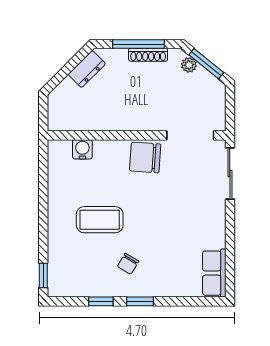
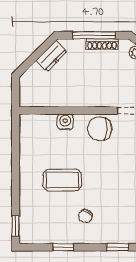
water cooler: (82, 149) -> (65, 122), moved
window: (140, 301) -> (118, 247), moved

